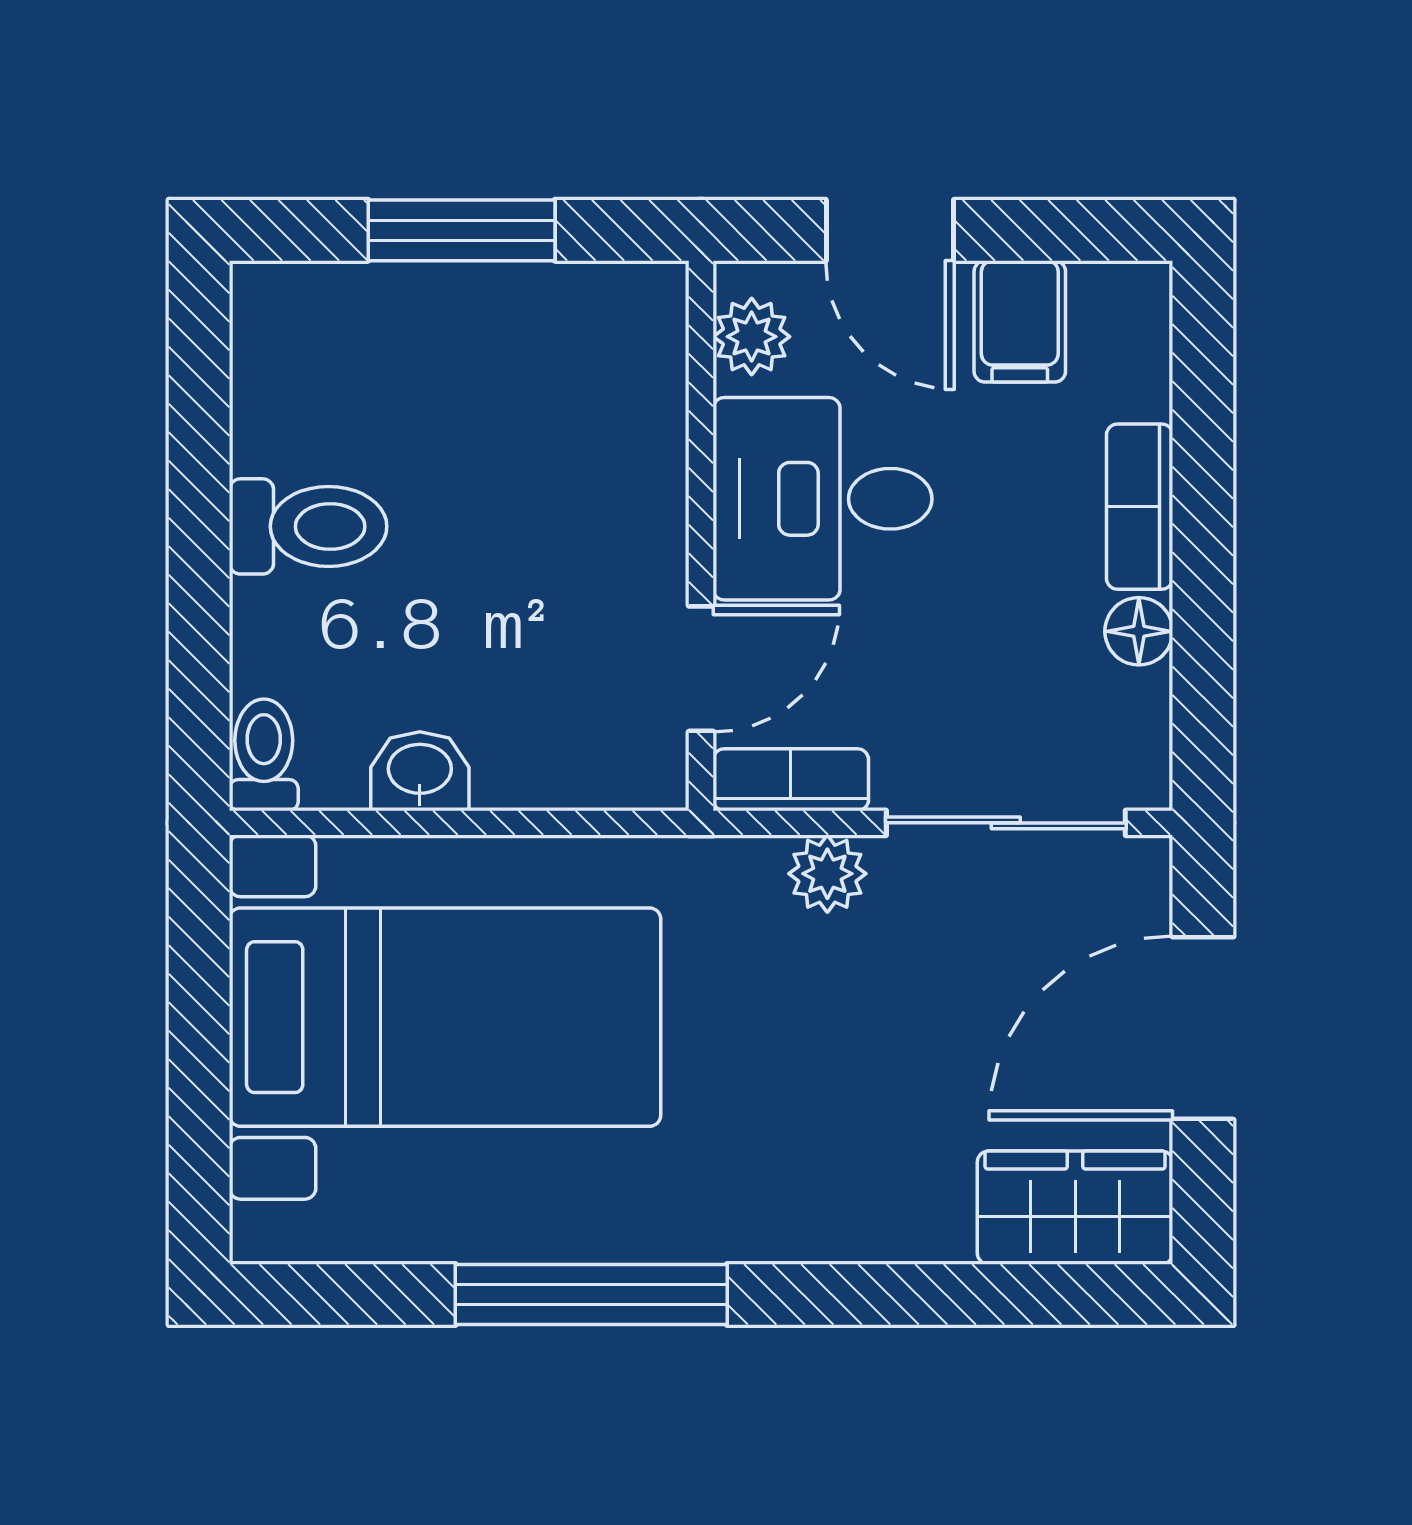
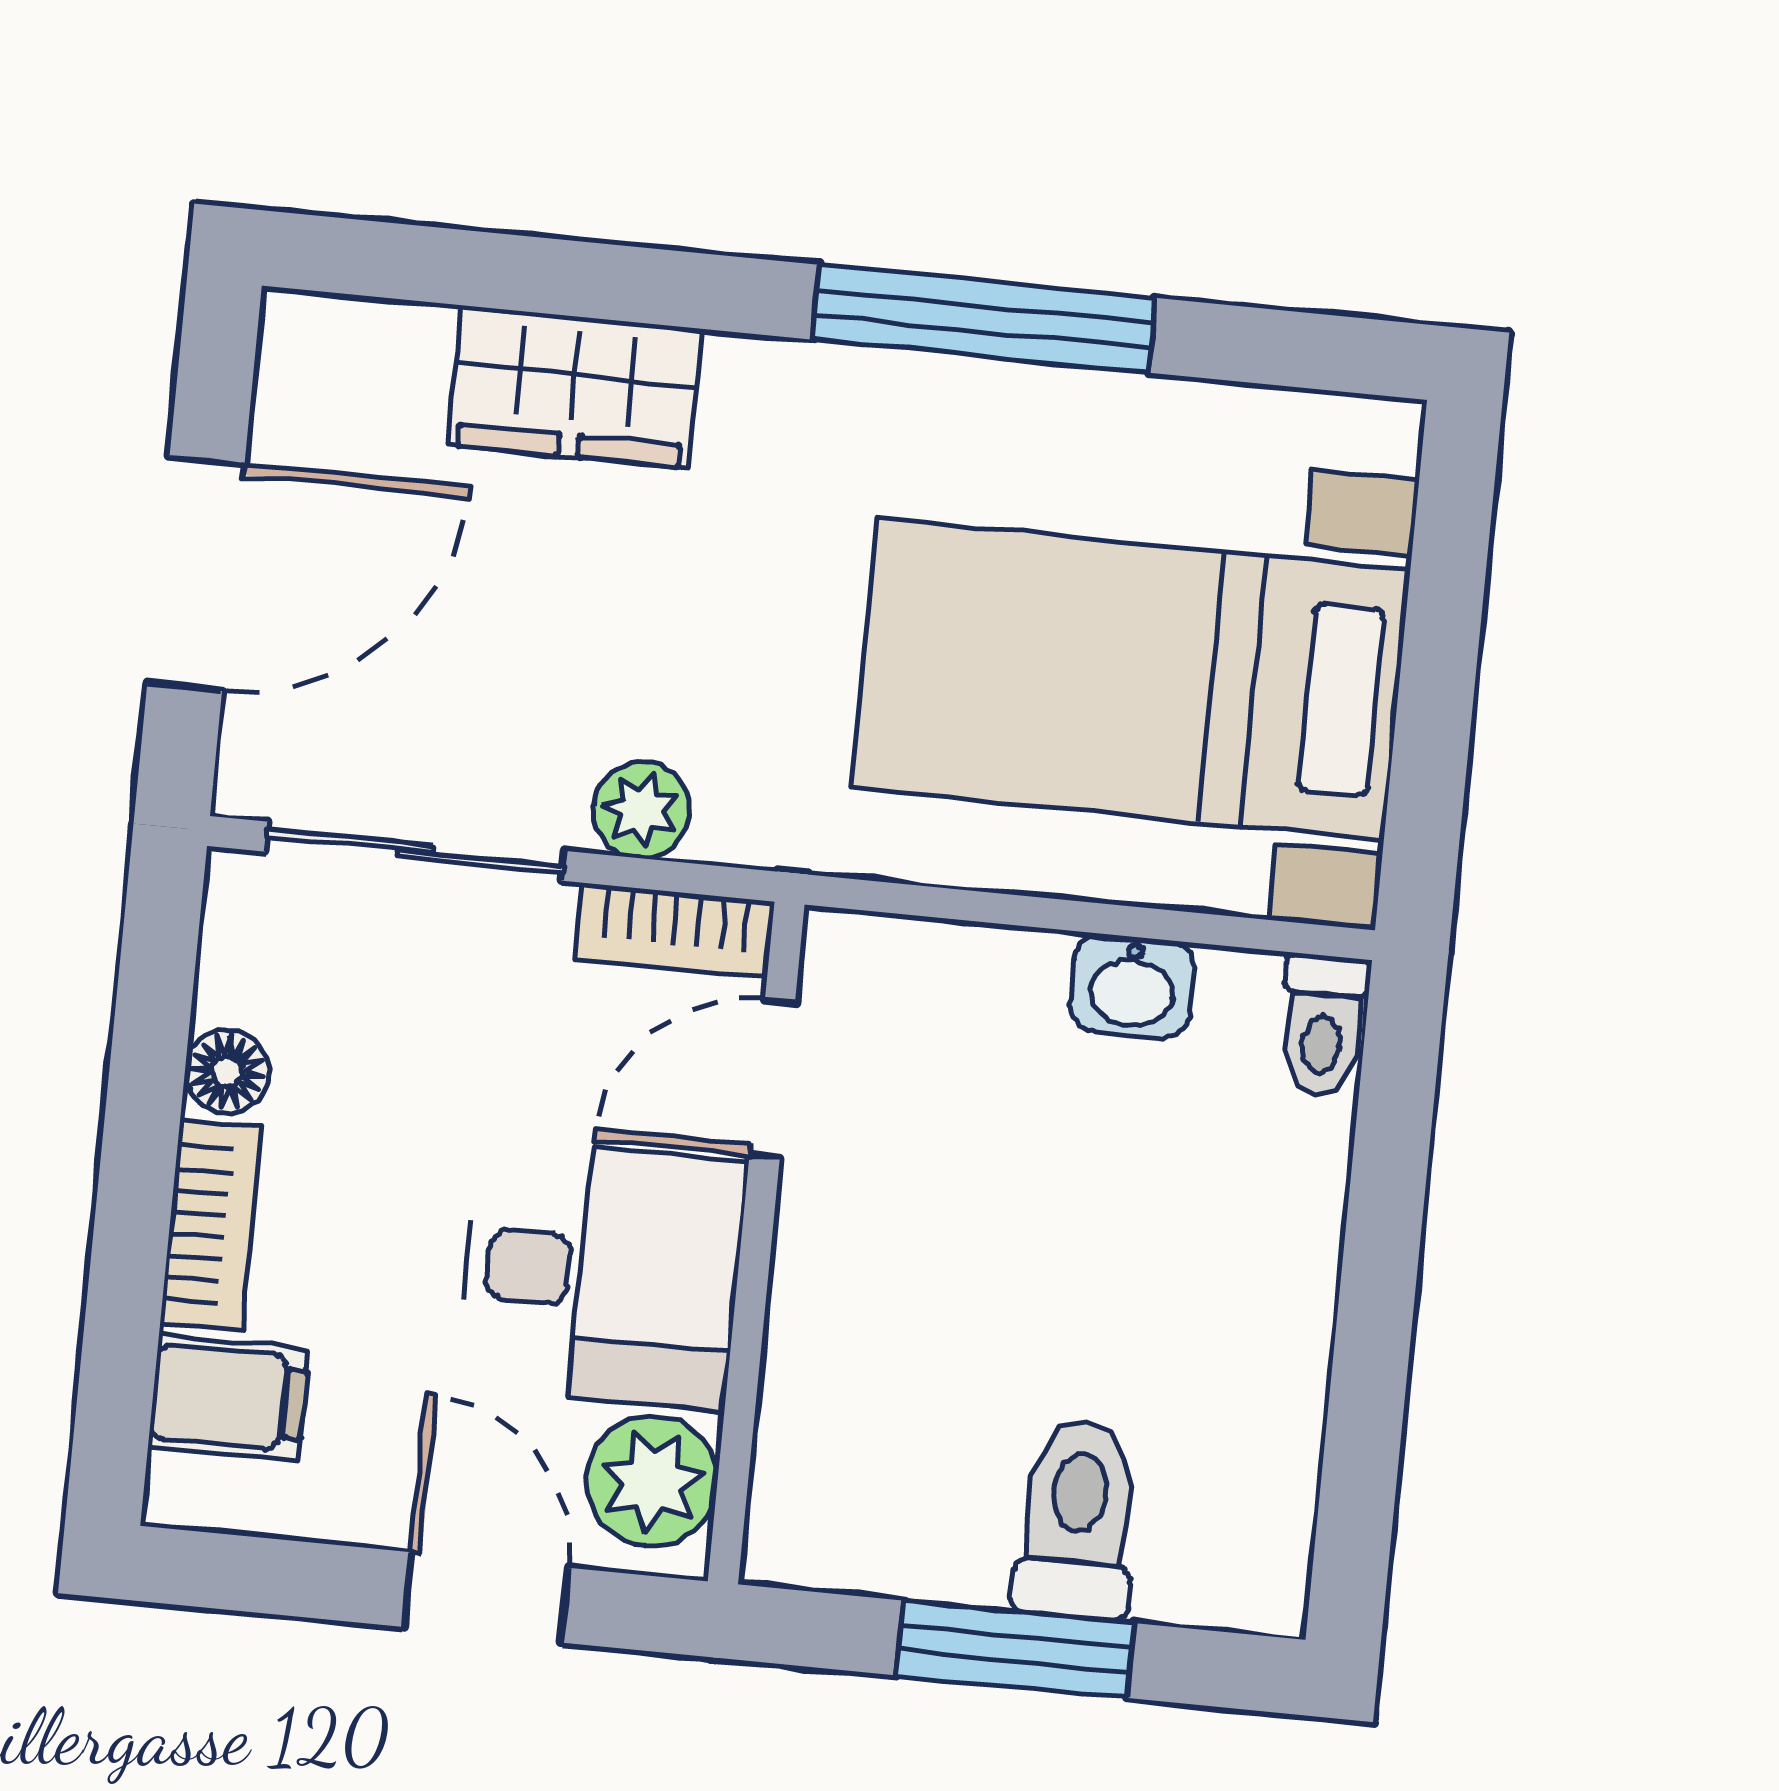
filing cabinet: (1020, 321) -> (229, 1398), moved, turned 90
plant: (752, 337) -> (652, 1481), width x1.38, depth x1.38
toilet: (308, 526) -> (1077, 1520), moved, turned 90
wardrobe: (1075, 1208) -> (575, 387), moved

